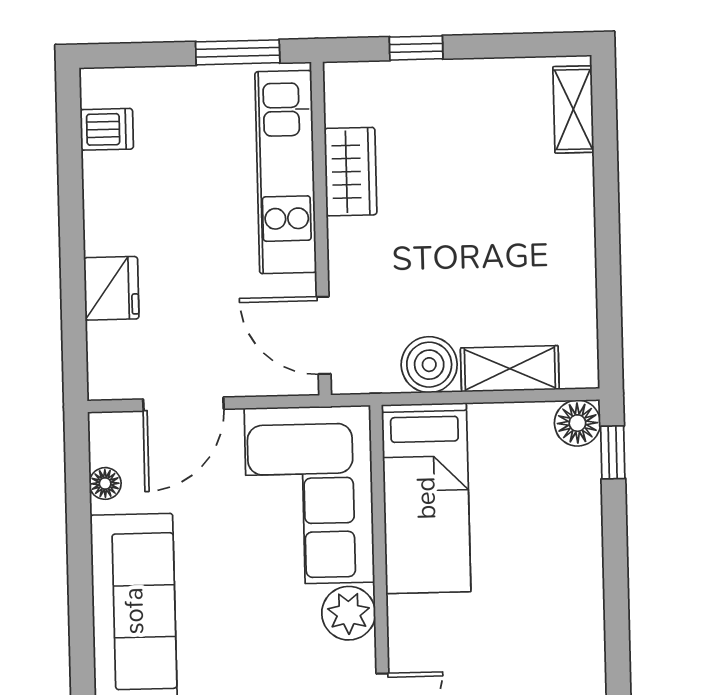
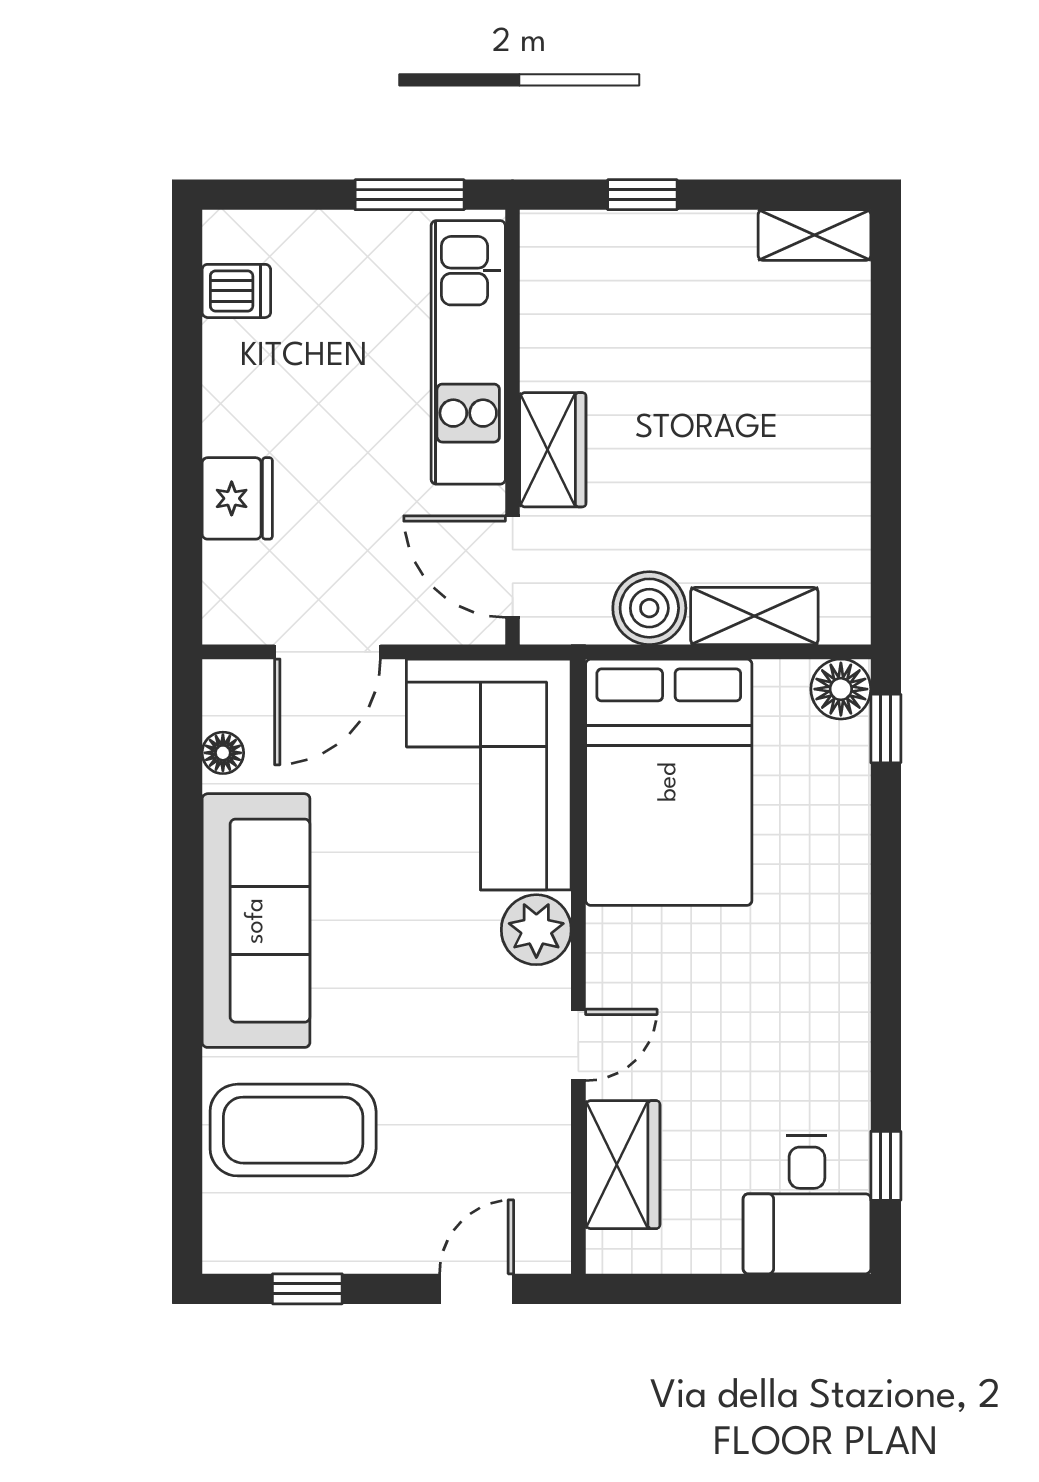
shelving: (573, 109) -> (814, 235), moved, turned 90
wardrobe: (350, 172) -> (553, 450), moved
bed: (426, 498) -> (669, 782), width x1.50

